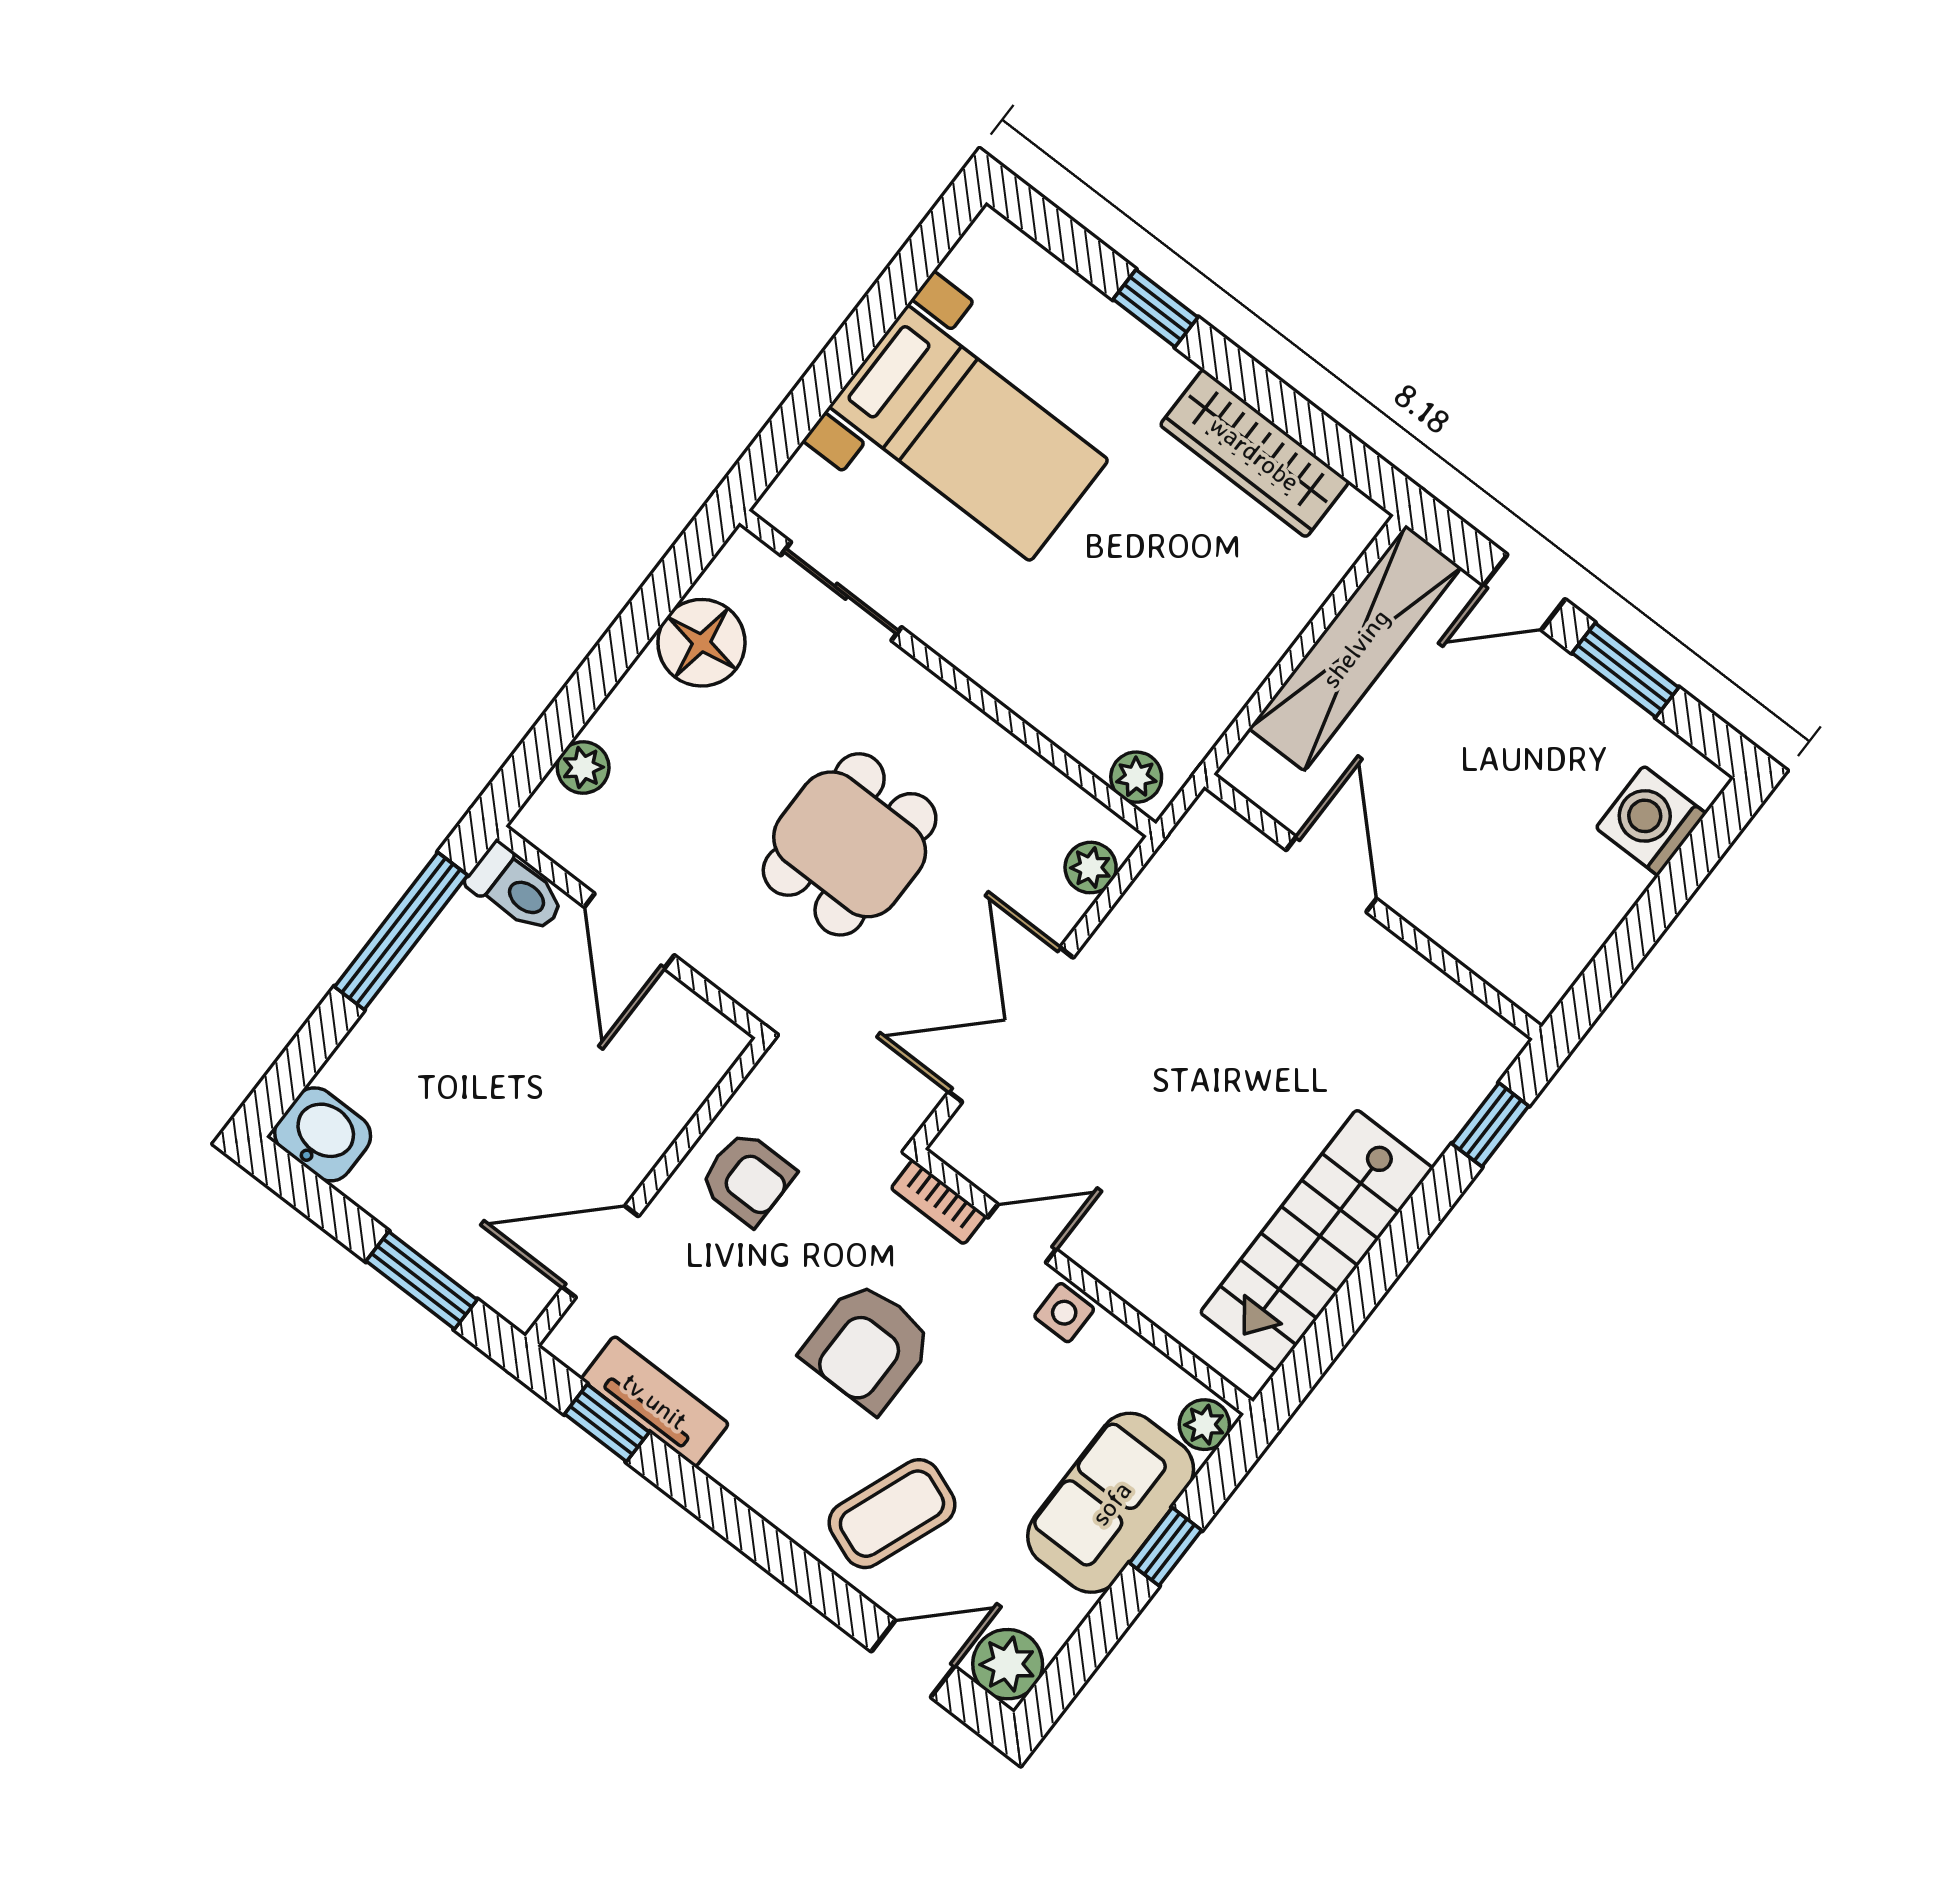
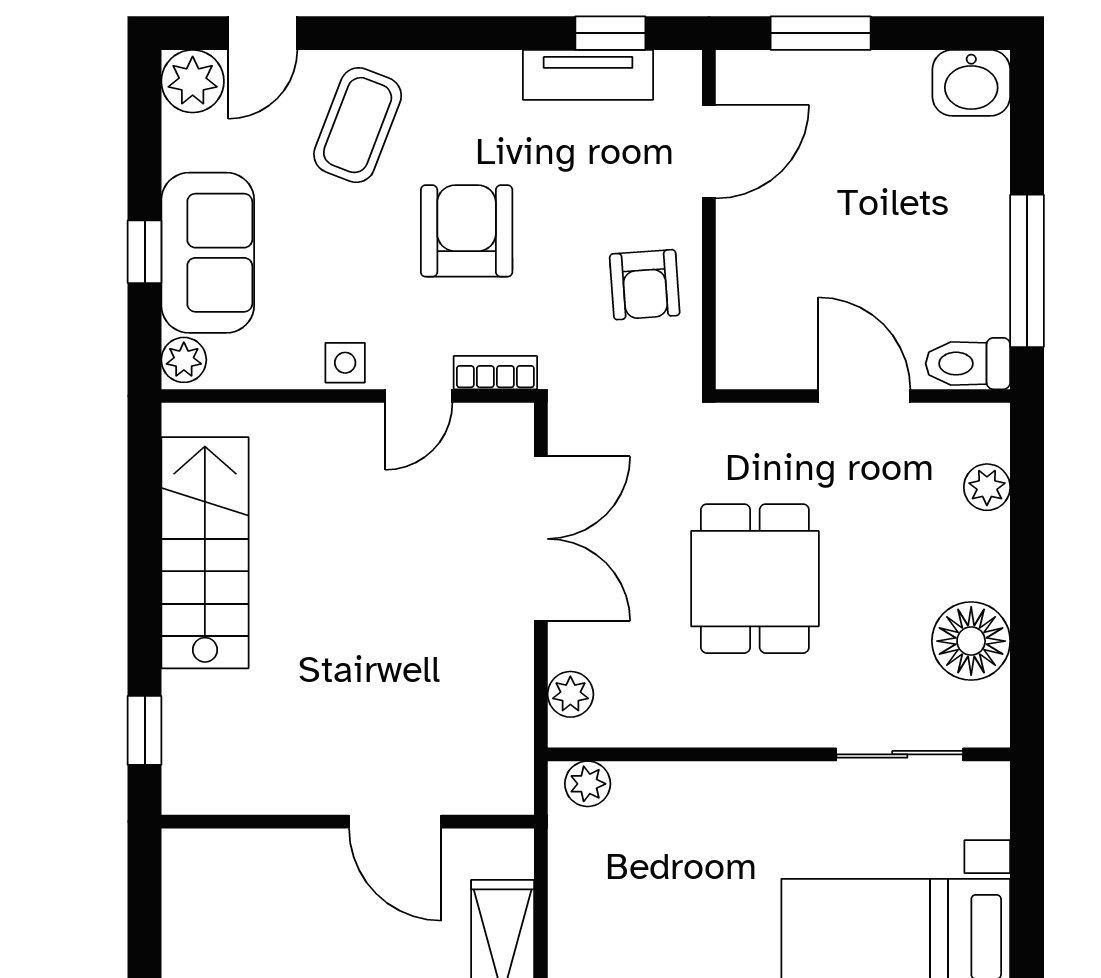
armchair: (747, 1178) -> (645, 285), turned -94

